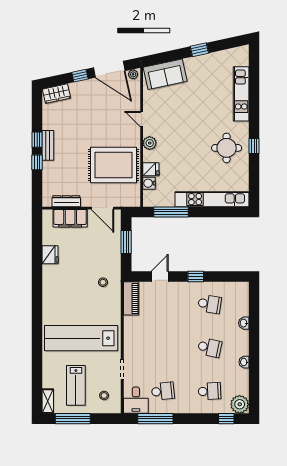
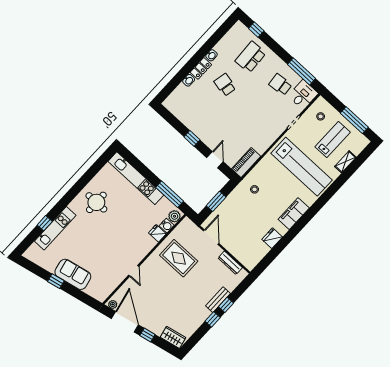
sofa: (165, 74) -> (73, 274), moved
plant: (150, 143) -> (174, 216), moved
bench: (48, 145) -> (218, 300), moved
window: (254, 146) -> (45, 223), moved
rug: (114, 165) -> (179, 258), width x0.73, depth x0.69
filing cabinet: (70, 218) -> (294, 214), moved, turned -90
door: (160, 277) -> (215, 160), swing flipped
school desk: (210, 304) -> (199, 113), removed
locker: (243, 343) -> (201, 68), added
school desk: (210, 391) -> (251, 57), width x1.85
shelving: (48, 401) -> (345, 162), moved
plant: (240, 404) -> (239, 31), removed

